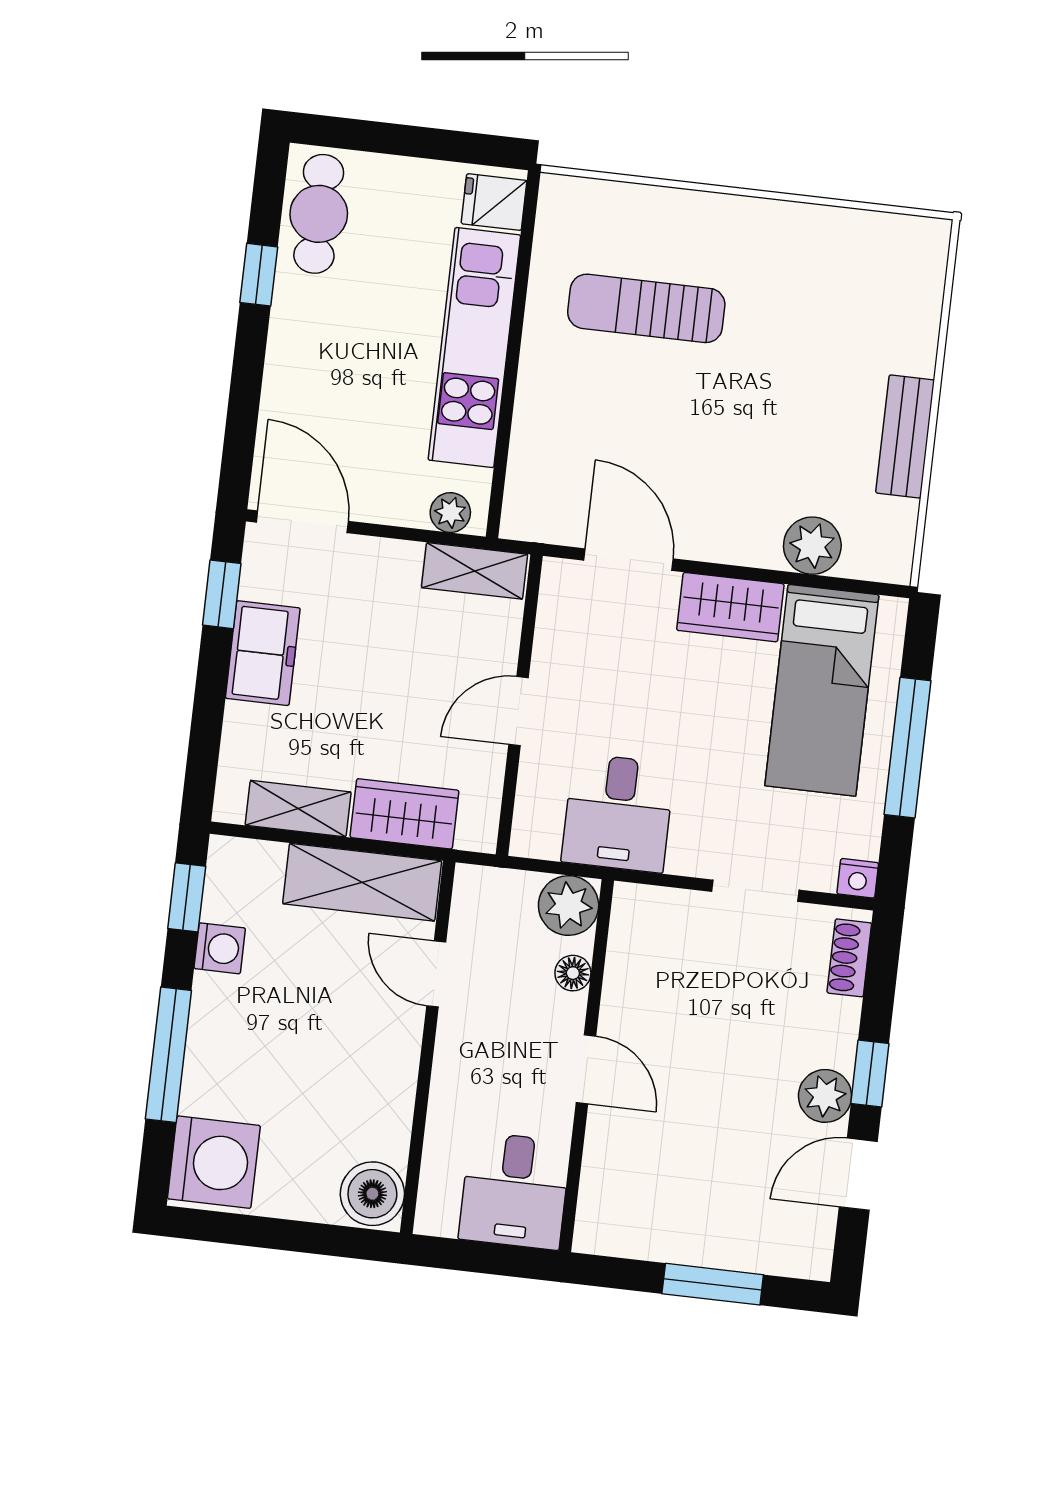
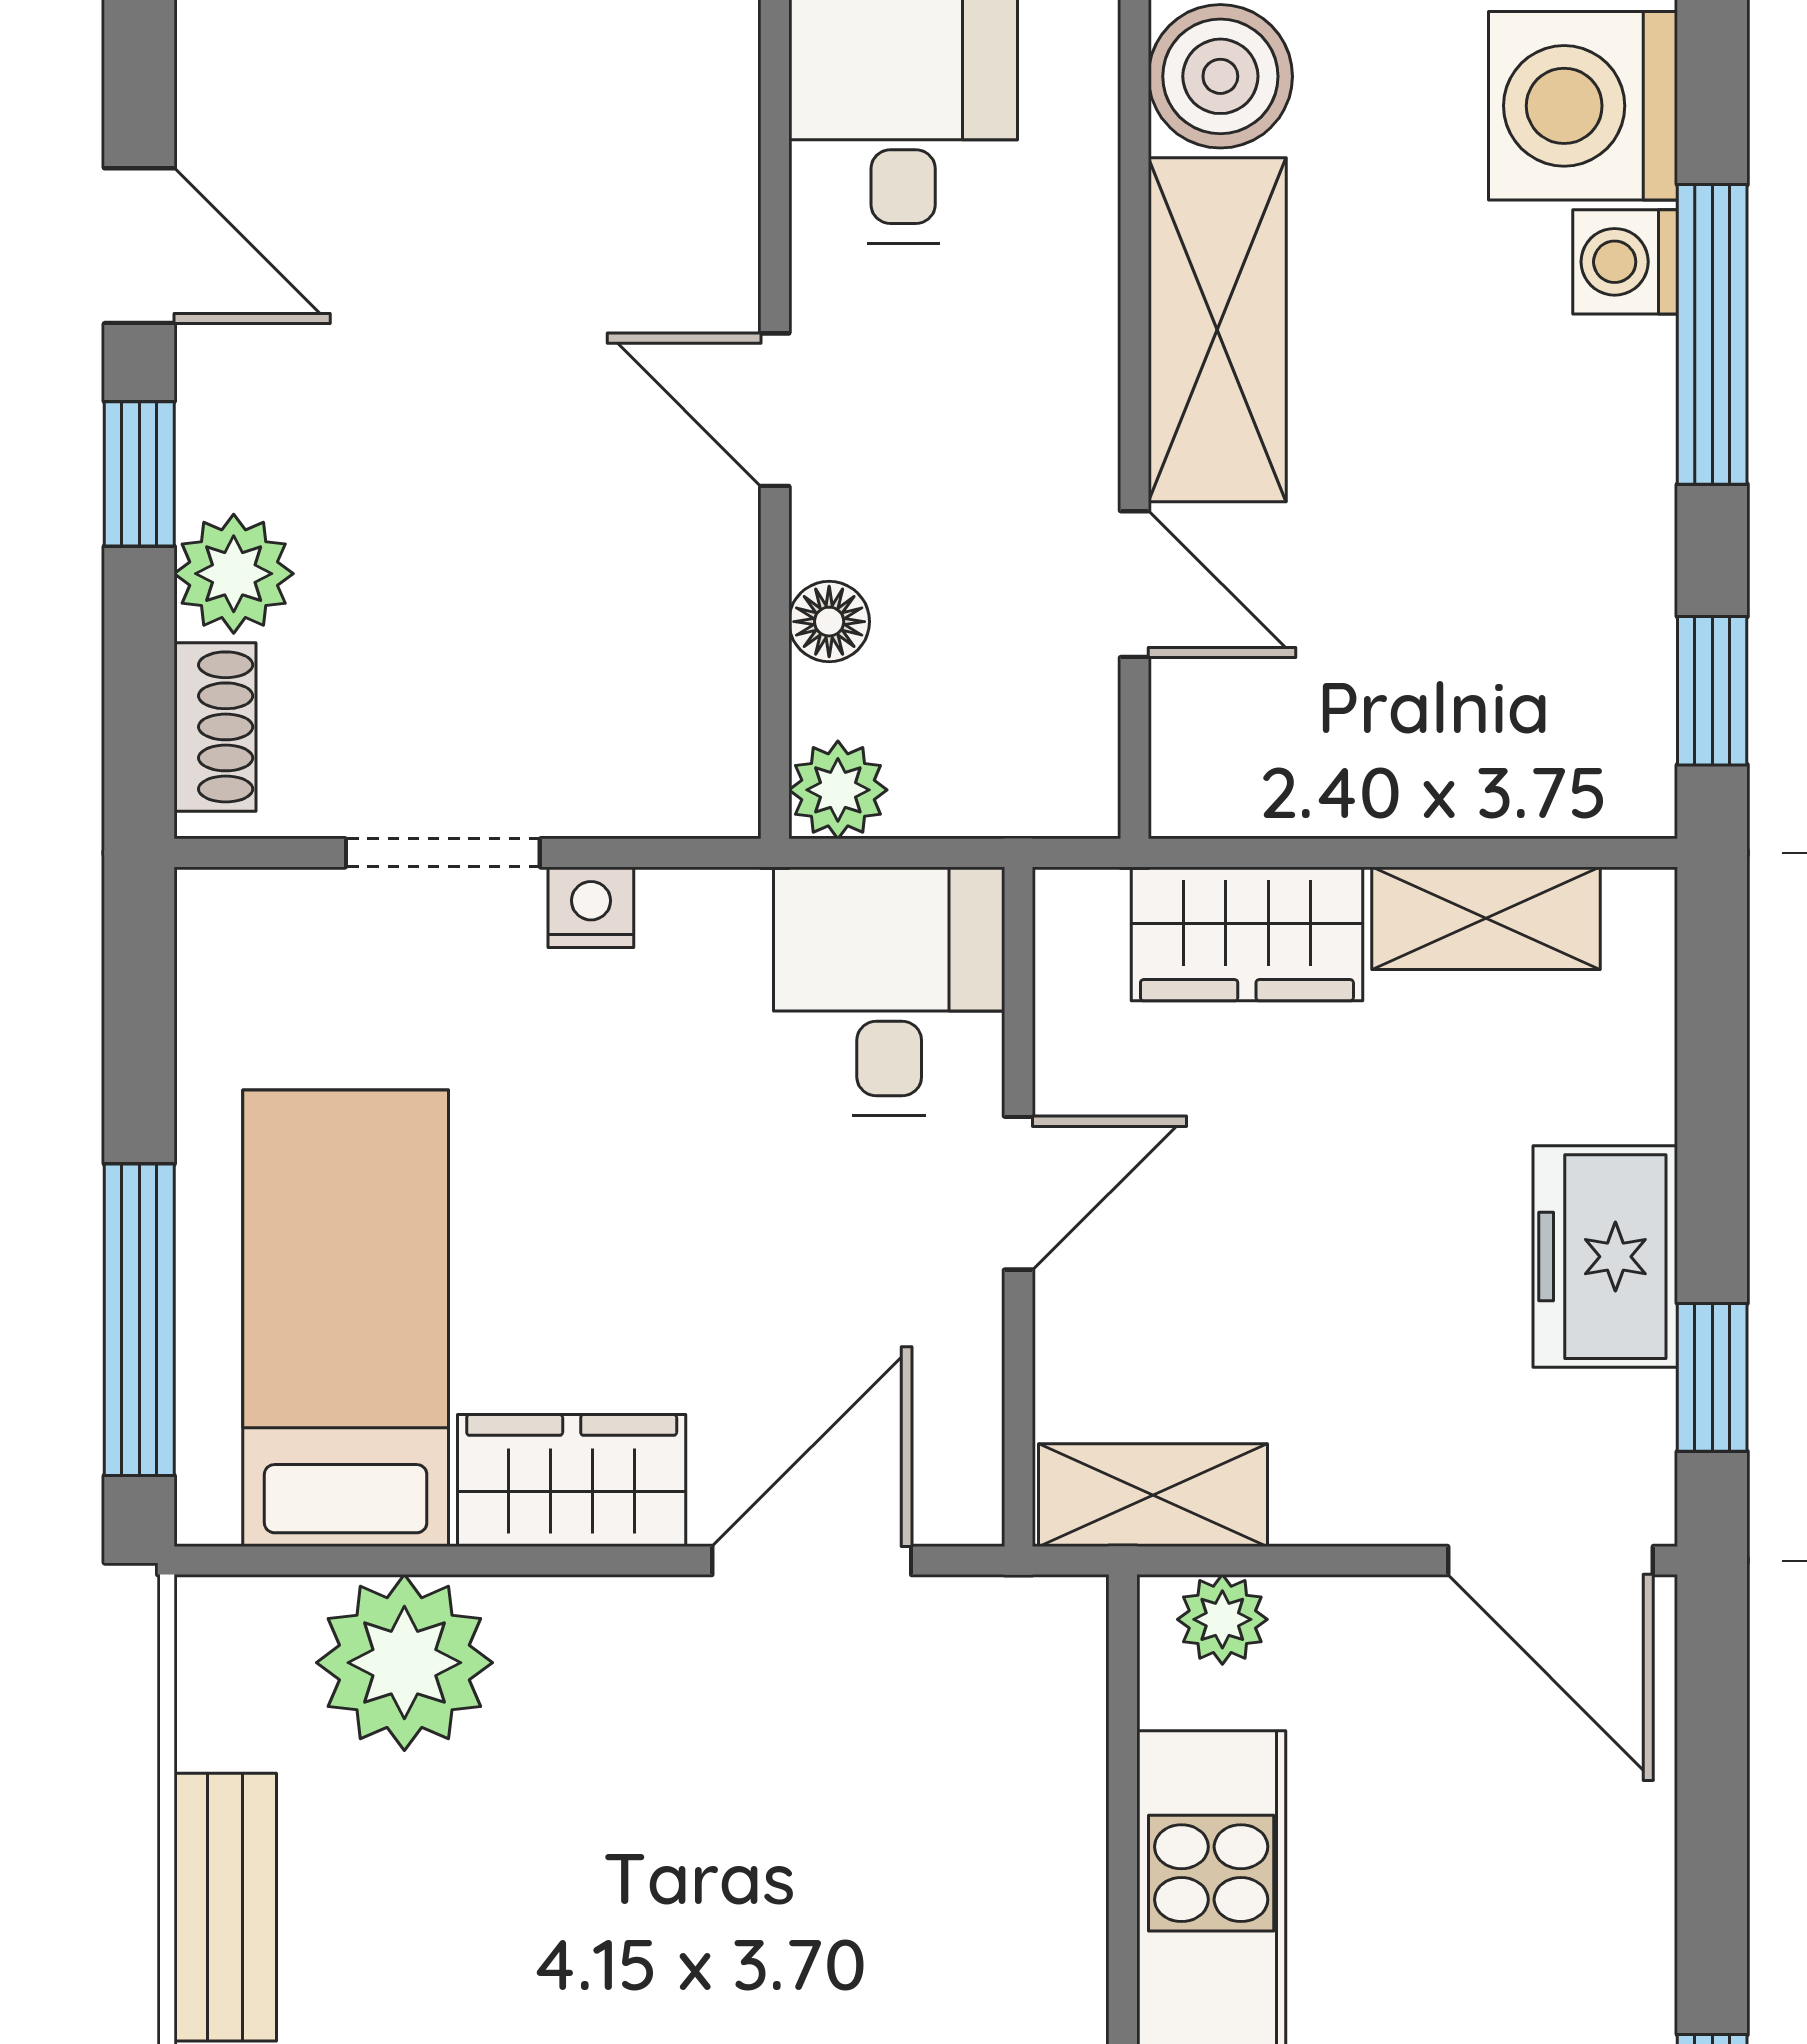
plant: (812, 546) -> (404, 1663), width x1.36, depth x1.36
door: (629, 560) -> (812, 1561), swing flipped
window: (908, 748) -> (139, 1320), moved
desk: (618, 813) -> (889, 991), moved
nightstand: (858, 878) -> (591, 907), moved
shelving: (362, 882) -> (1217, 330), moved, turned 90
plant: (569, 905) -> (838, 790), width x0.73, depth x0.73
washing machine: (220, 948) -> (1625, 262), moved
plant: (825, 1096) -> (234, 574), moved
door: (858, 1174) -> (139, 246), hinge flipped

